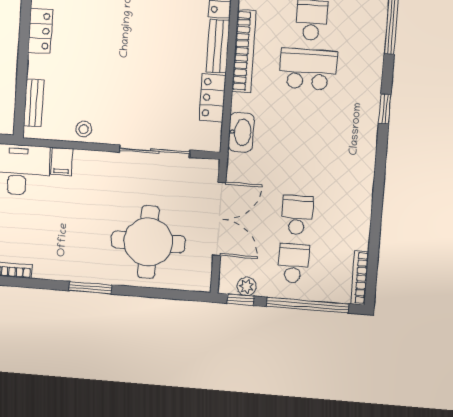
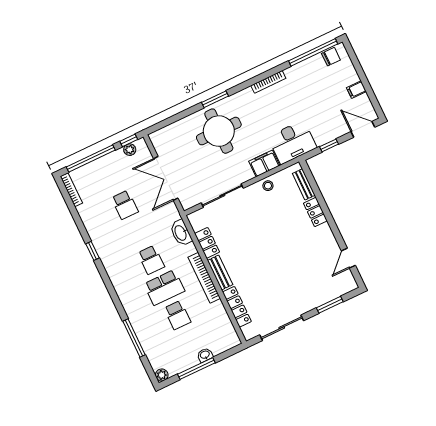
locker: (40, 31) -> (315, 212), moved
window: (385, 109) -> (92, 251), moved
filing cabinet: (62, 161) -> (264, 163), width x2.00
round table: (148, 242) -> (219, 131), moved
school desk: (293, 263) -> (151, 260), moved

